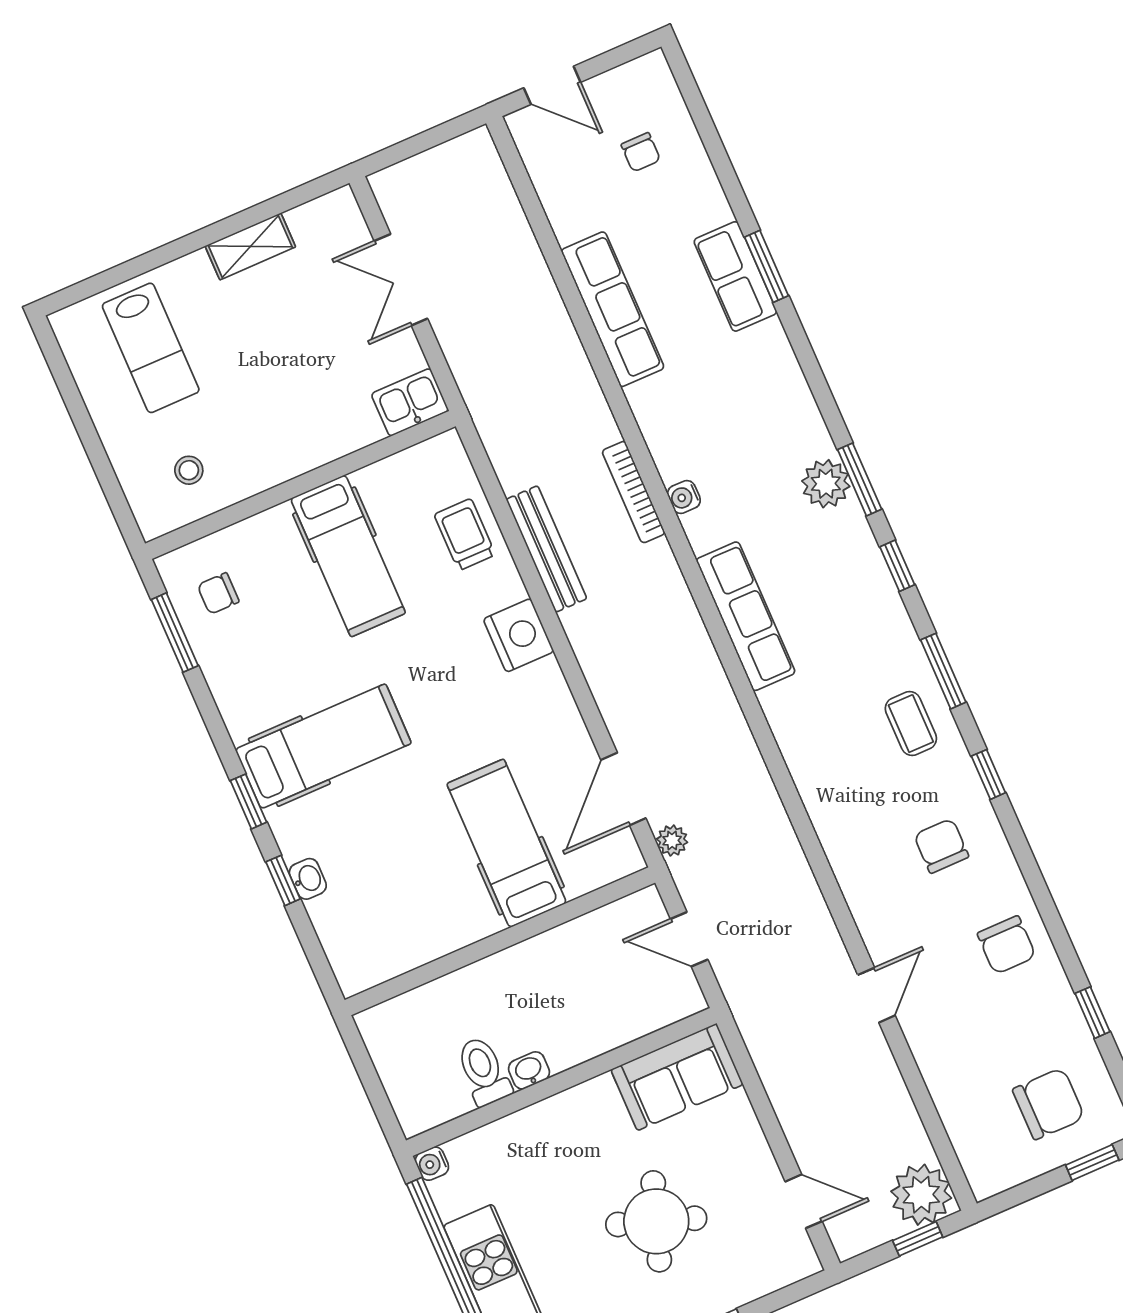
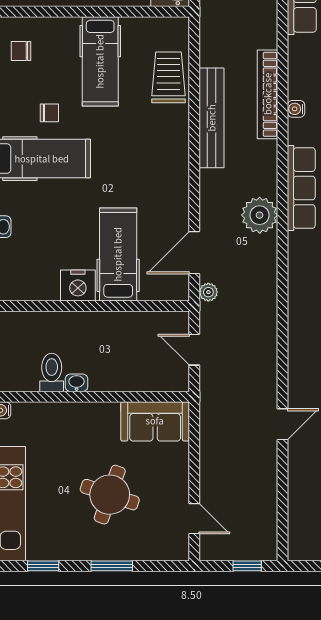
bookcase: (634, 492) -> (268, 94), width x1.48, depth x1.31
trolley: (465, 535) -> (169, 77), width x1.36, depth x1.39
bench: (547, 549) -> (212, 118), width x1.37, depth x1.21
nightstand: (519, 635) -> (78, 285), moved, turned 90
chair: (304, 670) -> (49, 113), added
plant: (921, 1195) -> (260, 215), moved

